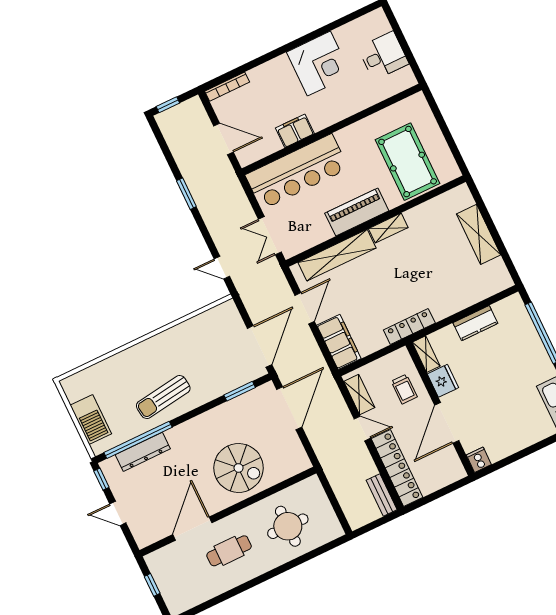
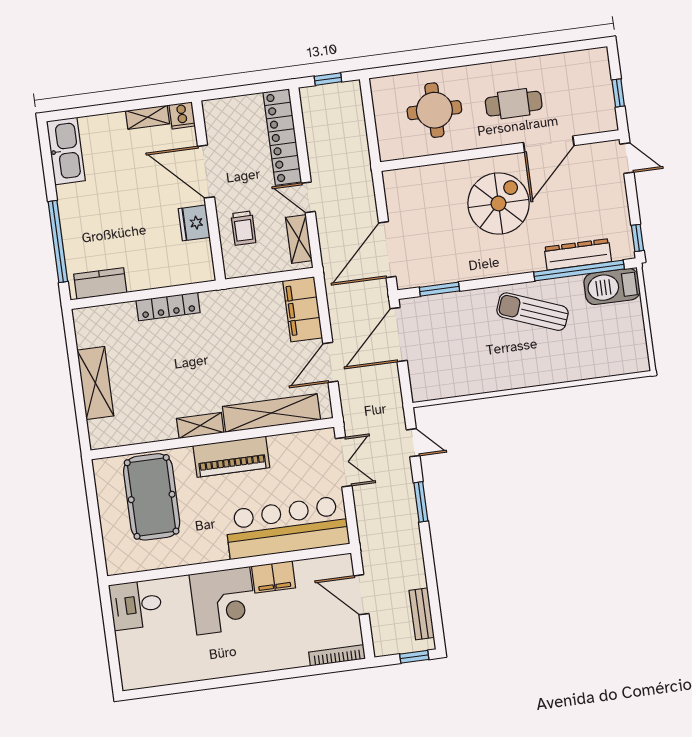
desk: (383, 56) -> (136, 605), moved
corner desk: (319, 64) -> (223, 601), moved, turned 180
window: (186, 194) -> (421, 502), moved
kitchen counter: (475, 323) -> (100, 283), moved
locker: (409, 326) -> (168, 306), moved
shelving: (426, 354) -> (147, 117), moved, turned 90
trolley: (404, 389) -> (243, 228), turned 180
sun lounger: (163, 397) -> (532, 312), turned -151
barbecue: (91, 419) -> (612, 286), moved, turned -90
door: (447, 423) -> (206, 172), swing flipped
spiral stairs: (239, 468) -> (498, 203), moved, turned 90
bench: (382, 495) -> (422, 614), moved
door: (118, 513) -> (627, 158), moved
window: (377, 524) -> (328, 79), added

